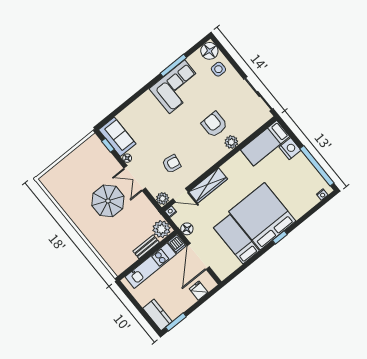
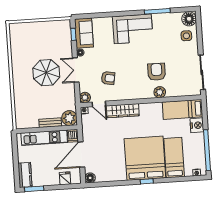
corner sofa: (177, 87) -> (133, 29), moved
floor lamp: (187, 229) -> (90, 178), moved
bed: (236, 239) -> (174, 158), moved

